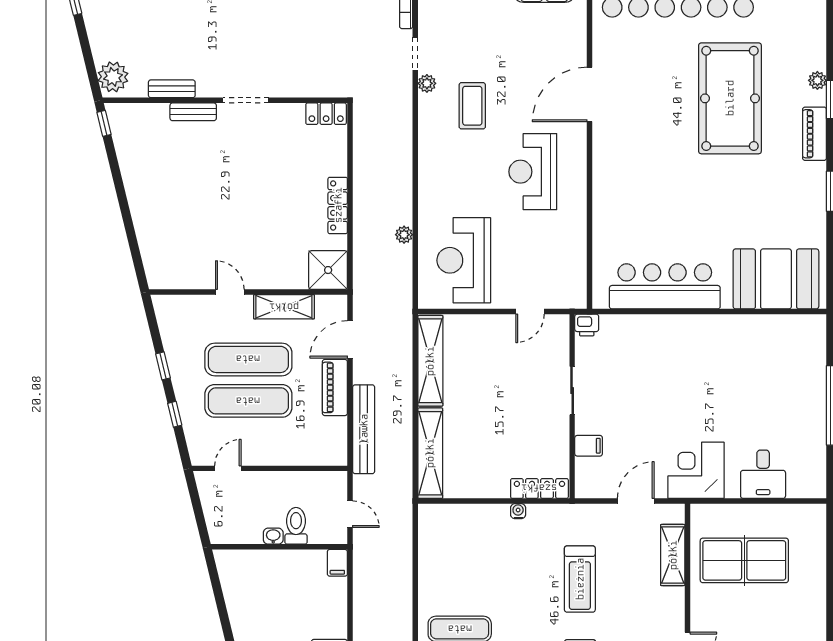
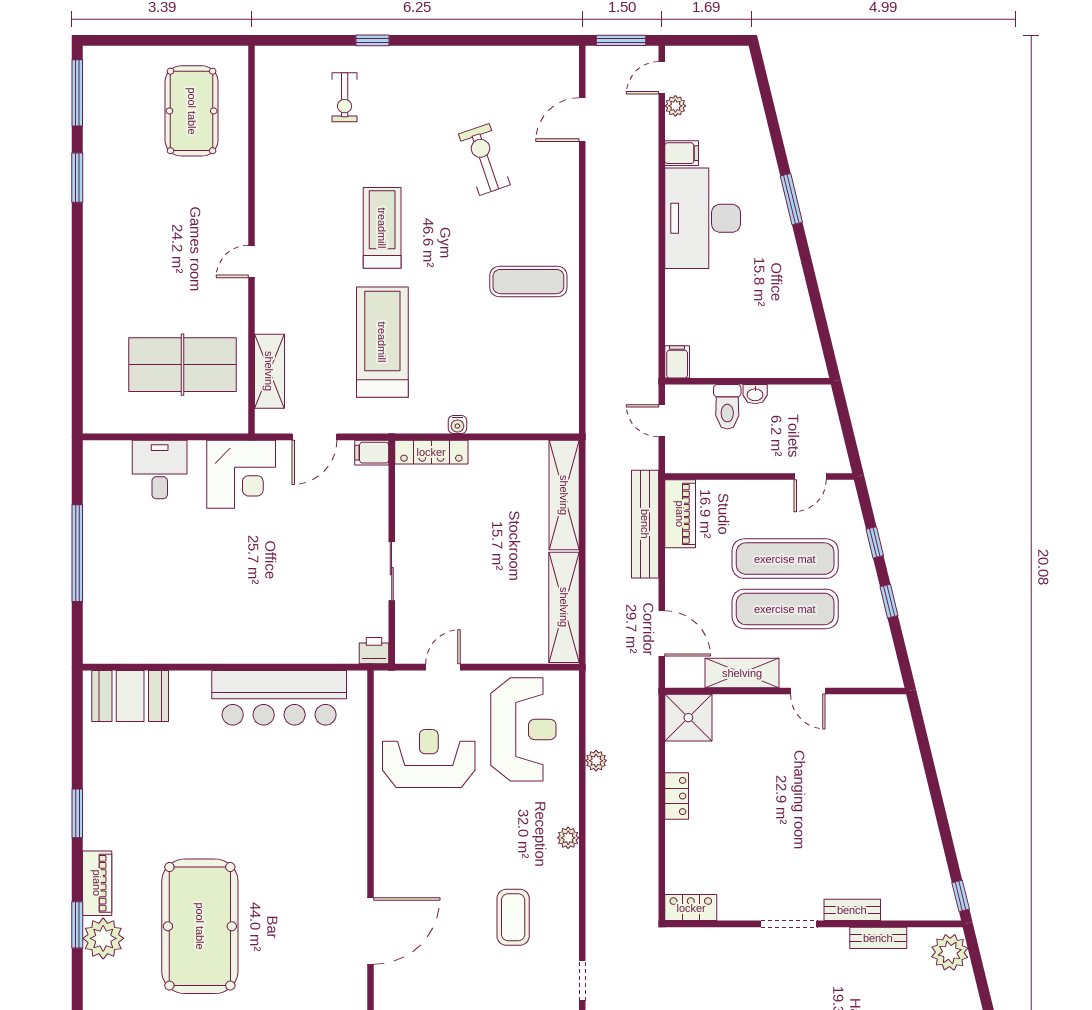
plant: (817, 80) -> (103, 938), width x1.88, depth x1.88
plant: (427, 83) -> (568, 838), moved
reception desk: (533, 172) -> (429, 758), moved, turned -90
locker: (338, 205) -> (677, 796), width x0.66
booth: (776, 279) -> (130, 696), width x0.73, depth x0.70
door: (350, 339) -> (662, 633), hinge flipped
piano: (335, 387) -> (680, 514), moved
filing cabinet: (589, 446) -> (372, 453), moved
treadmill: (580, 579) -> (382, 342), width x1.37, depth x1.38

